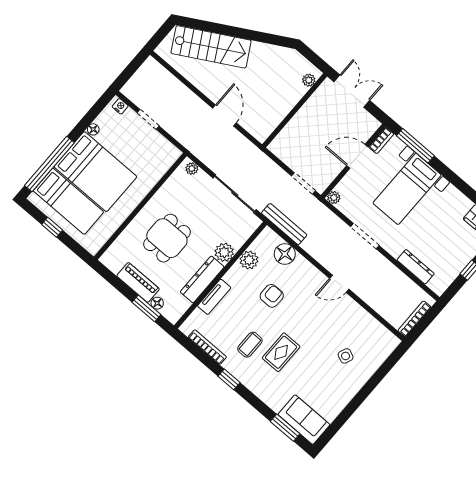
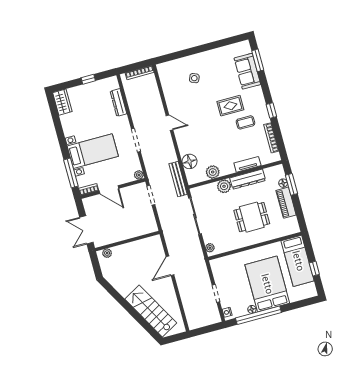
window: (49, 164) -> (258, 315), moved
bed: (68, 201) -> (298, 261), moved, turned 180
armchair: (272, 296) -> (214, 142), removed
sofa: (304, 420) -> (247, 71), moved

